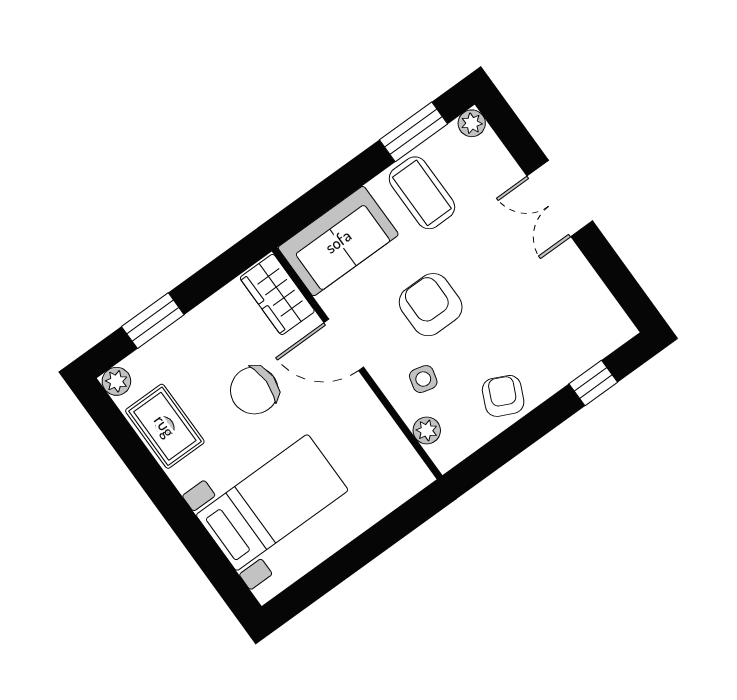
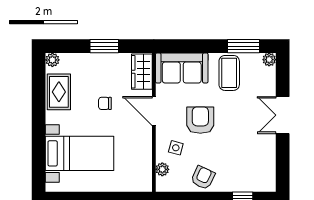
window: (153, 321) -> (104, 46), moved
chair: (254, 390) -> (105, 103), width x0.54, depth x0.54

